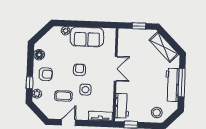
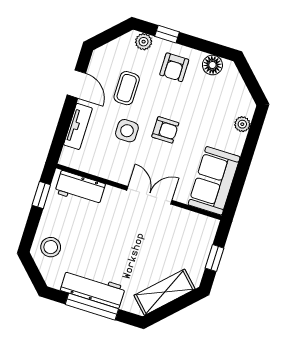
sofa: (87, 37) -> (214, 181), moved
double door: (116, 69) -> (149, 195), swing flipped
tv unit: (100, 116) -> (78, 126), moved

